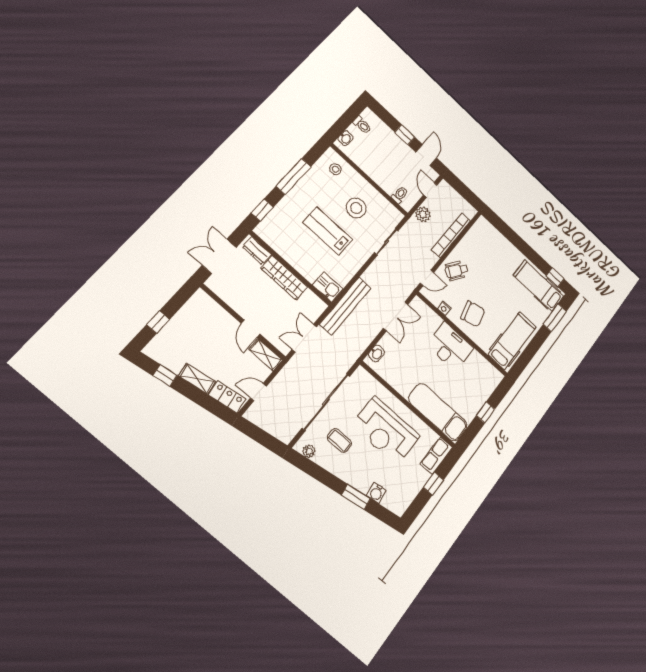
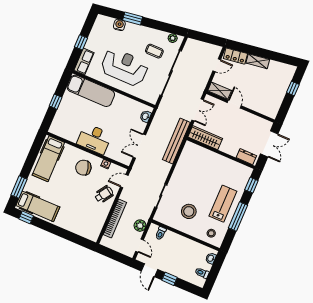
lab bench: (328, 231) -> (223, 204), moved, turned -90
wardrobe: (284, 278) -> (205, 138), moved
kitchen sink: (328, 287) -> (192, 150), removed
window: (165, 375) -> (278, 57), removed

